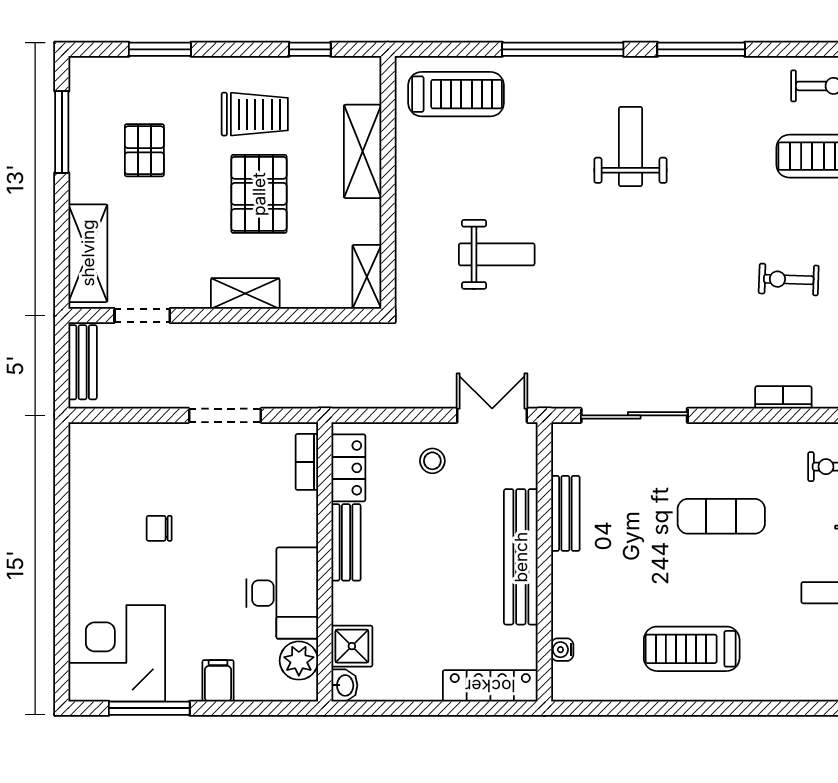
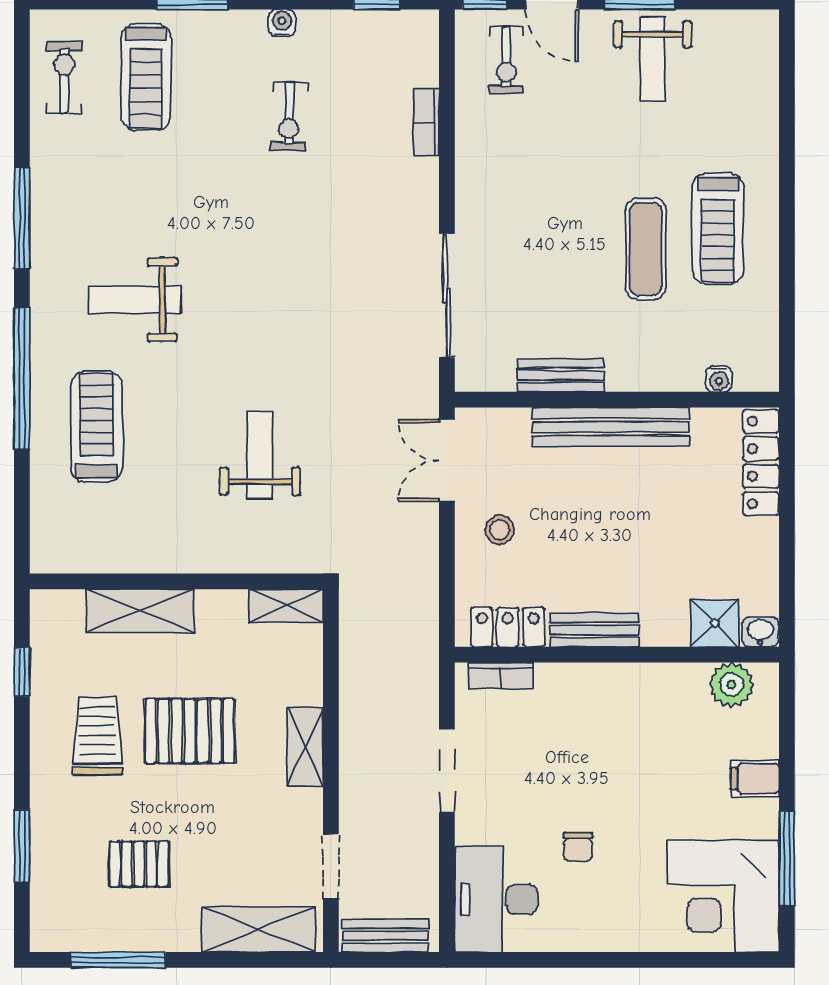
treadmill: (456, 94) -> (97, 427), moved
exercise mat: (721, 516) -> (646, 249), moved
desk: (282, 593) -> (496, 899), moved, turned -90

